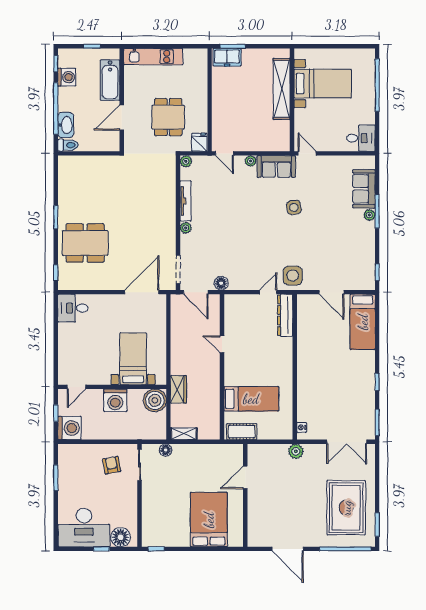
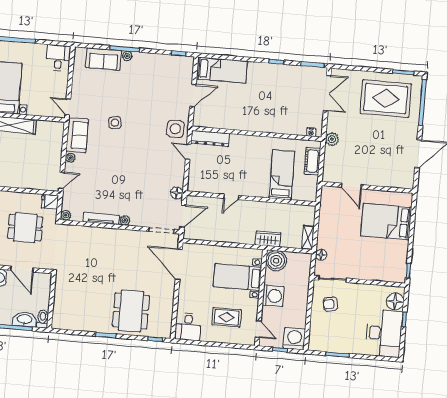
door: (307, 153) -> (68, 107), hinge flipped
rug: (87, 350) -> (227, 317), added
cot: (242, 432) -> (312, 161), moved

